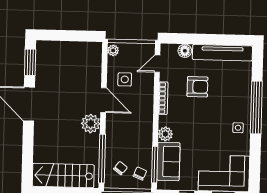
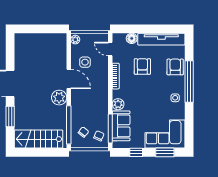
window: (30, 62) -> (10, 117), moved
door: (157, 64) -> (110, 49), hinge flipped
armchair: (197, 87) -> (142, 66), turned -90
armchair: (239, 88) -> (175, 67), added

